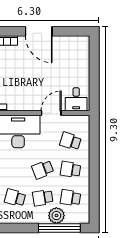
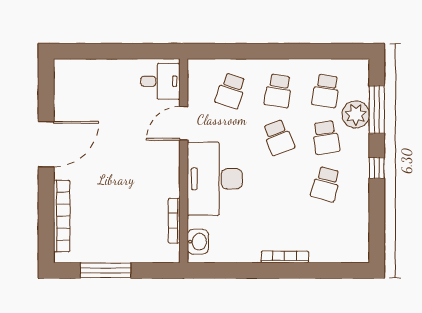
door: (51, 113) -> (184, 123), hinge flipped
window: (25, 228) -> (377, 168), added
window: (59, 228) -> (377, 109), width x0.68

